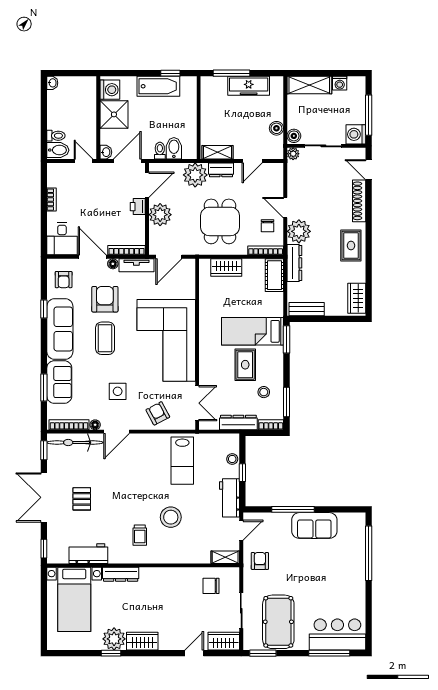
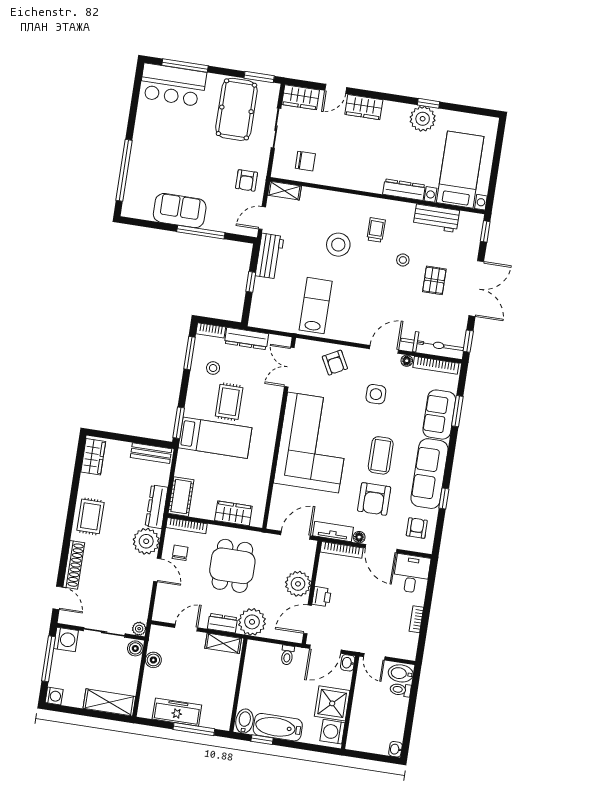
washing machine: (340, 83) -> (54, 696), moved, turned 90
bidet: (174, 148) -> (244, 721), moved, turned 180
stool: (232, 459) -> (403, 260), moved
wardrobe: (142, 641) -> (364, 107), moved

